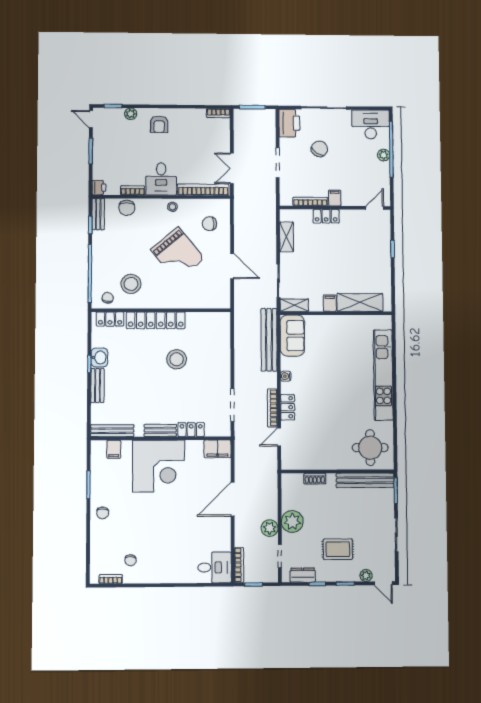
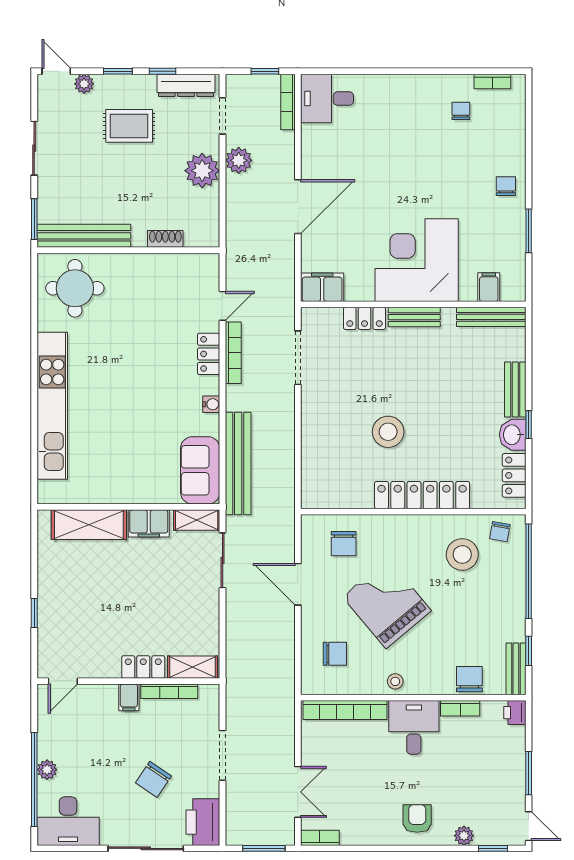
double door: (232, 168) -> (298, 792), moved
shelving: (287, 237) -> (192, 667), moved, turned 90
chair: (204, 291) -> (344, 544), added
filing cabinet: (330, 303) -> (149, 523), width x2.00
locker: (110, 319) -> (514, 475), moved, turned -90
dresser: (303, 575) -> (186, 85), width x1.44

